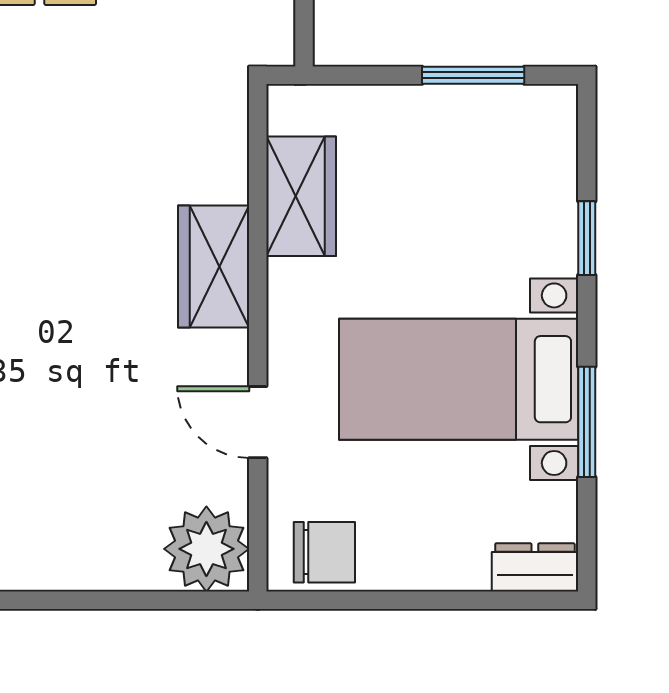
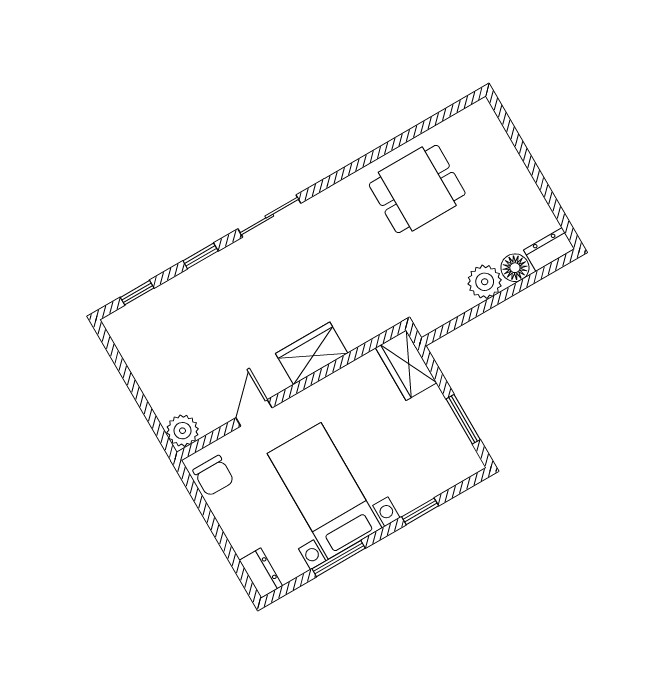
wardrobe: (301, 196) -> (406, 365), moved, turned 90
plant: (206, 549) -> (182, 431), width x0.73, depth x0.73

